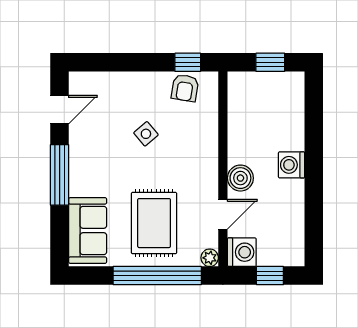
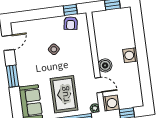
window: (60, 175) -> (13, 76), width x0.69
door: (223, 214) -> (99, 85), hinge flipped

